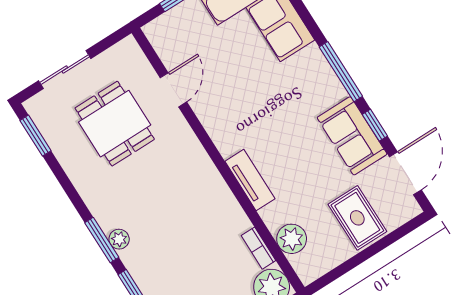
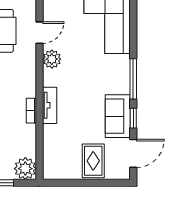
plant: (292, 239) -> (52, 59), moved
bookcase: (259, 248) -> (31, 111), moved

